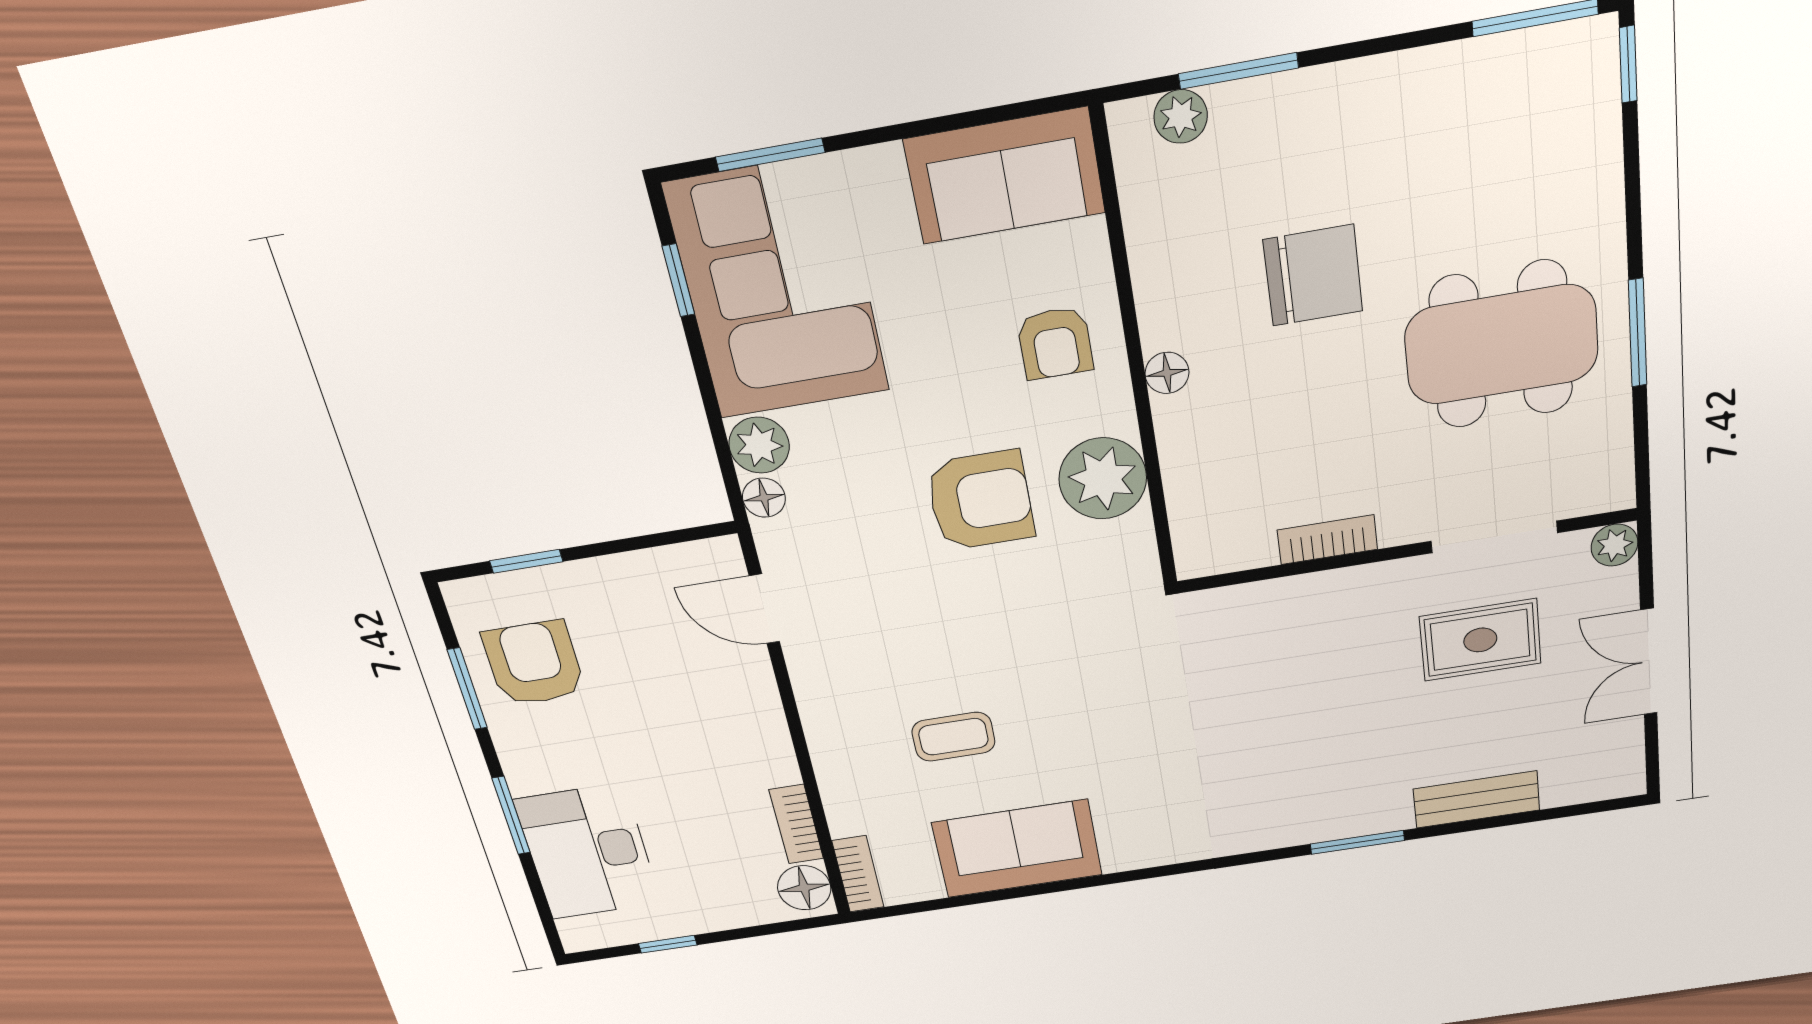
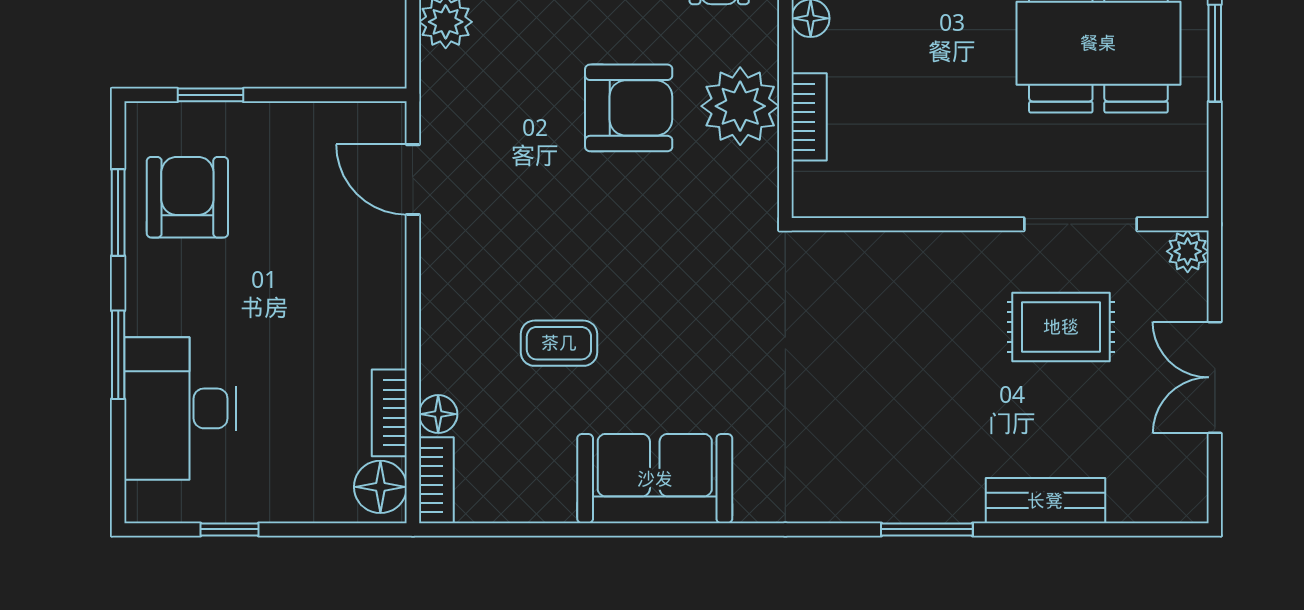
floor lamp: (764, 498) -> (438, 414), moved
bookcase: (1327, 540) -> (809, 117), moved, turned 90
sofa: (1017, 849) -> (655, 479), moved

